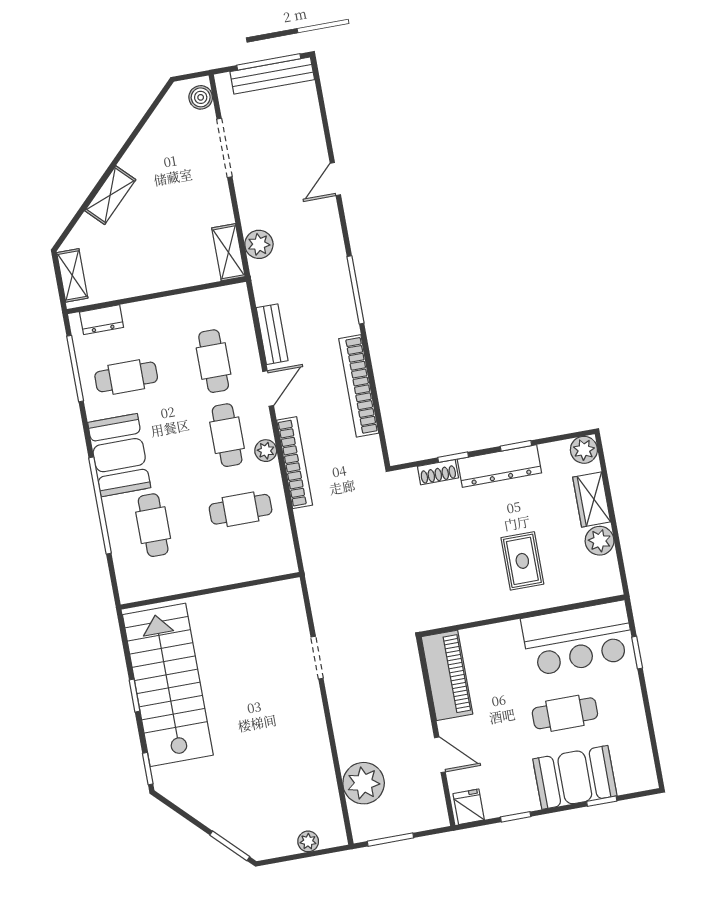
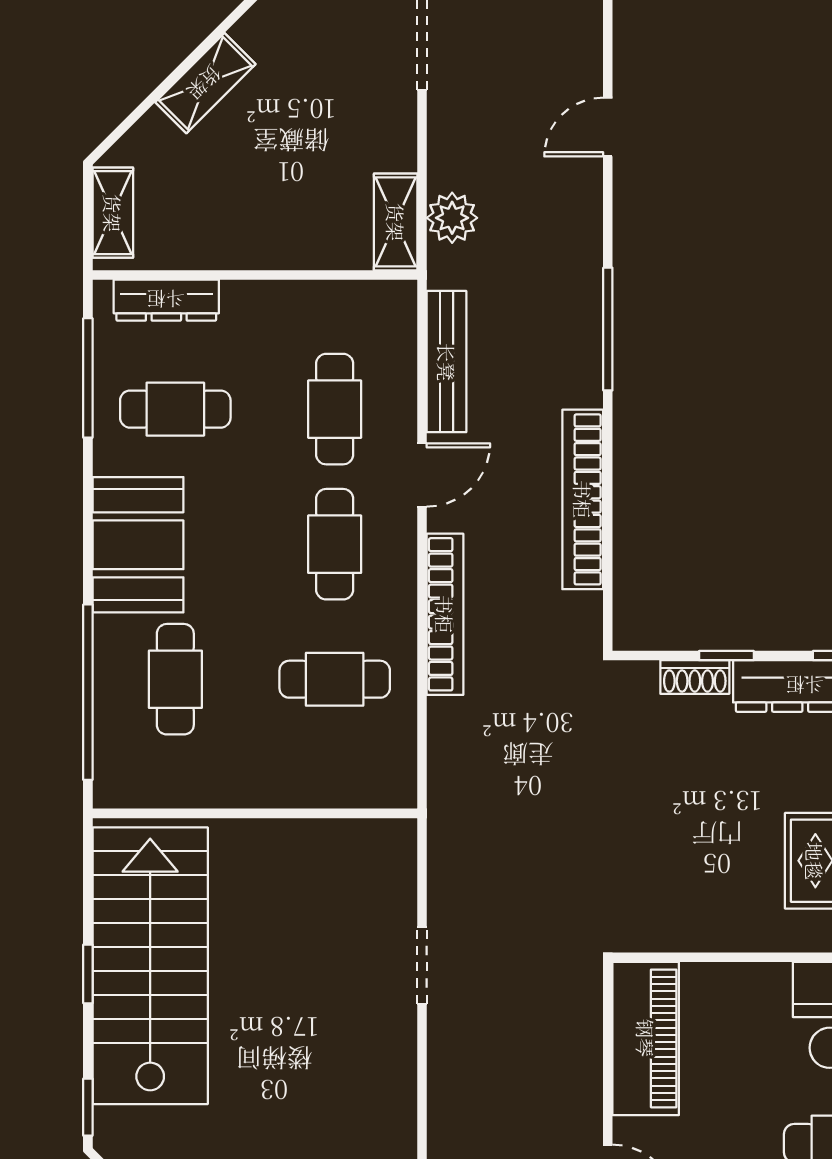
dresser: (102, 320) -> (166, 300), width x1.44
bench: (272, 334) -> (447, 362), width x1.36
plant: (266, 451) -> (398, 584), removed
window: (100, 506) -> (88, 692), moved

